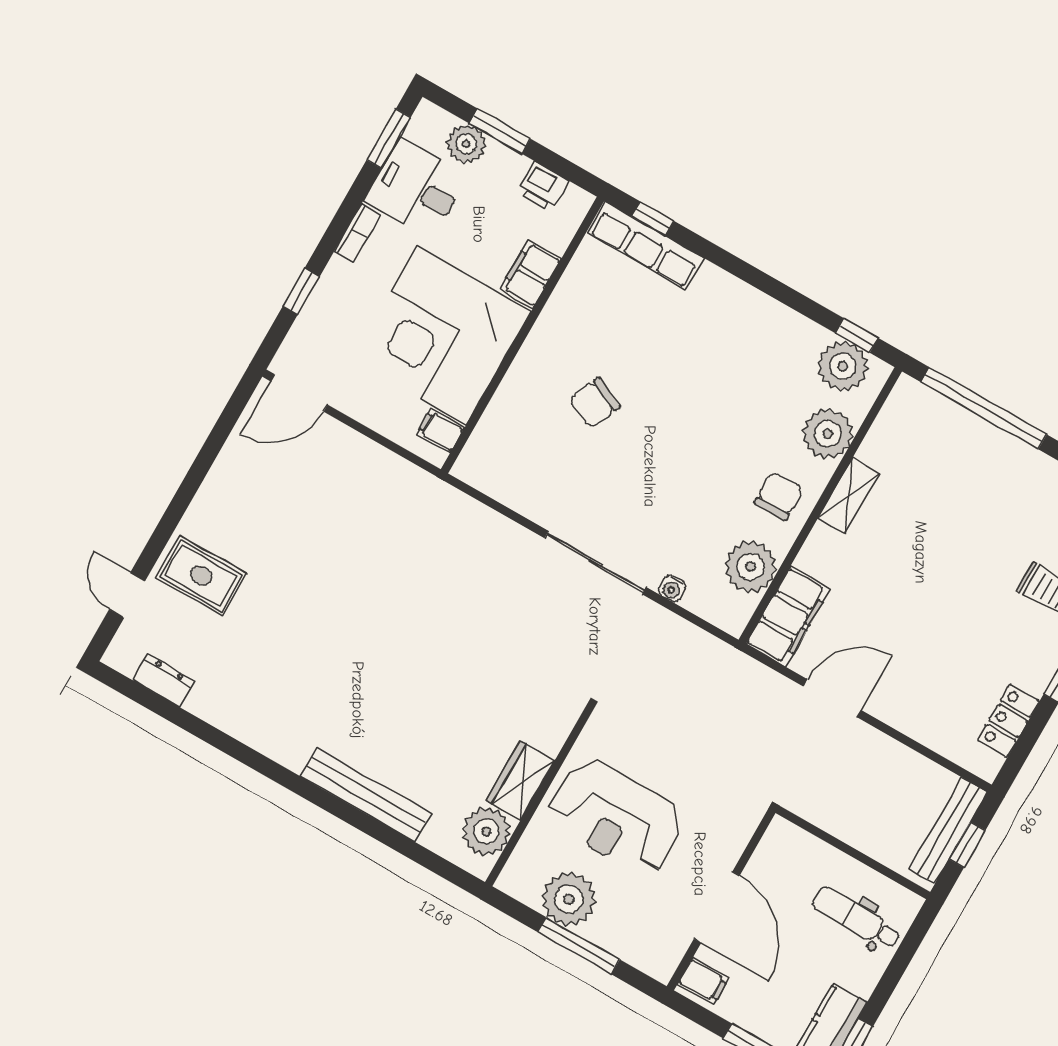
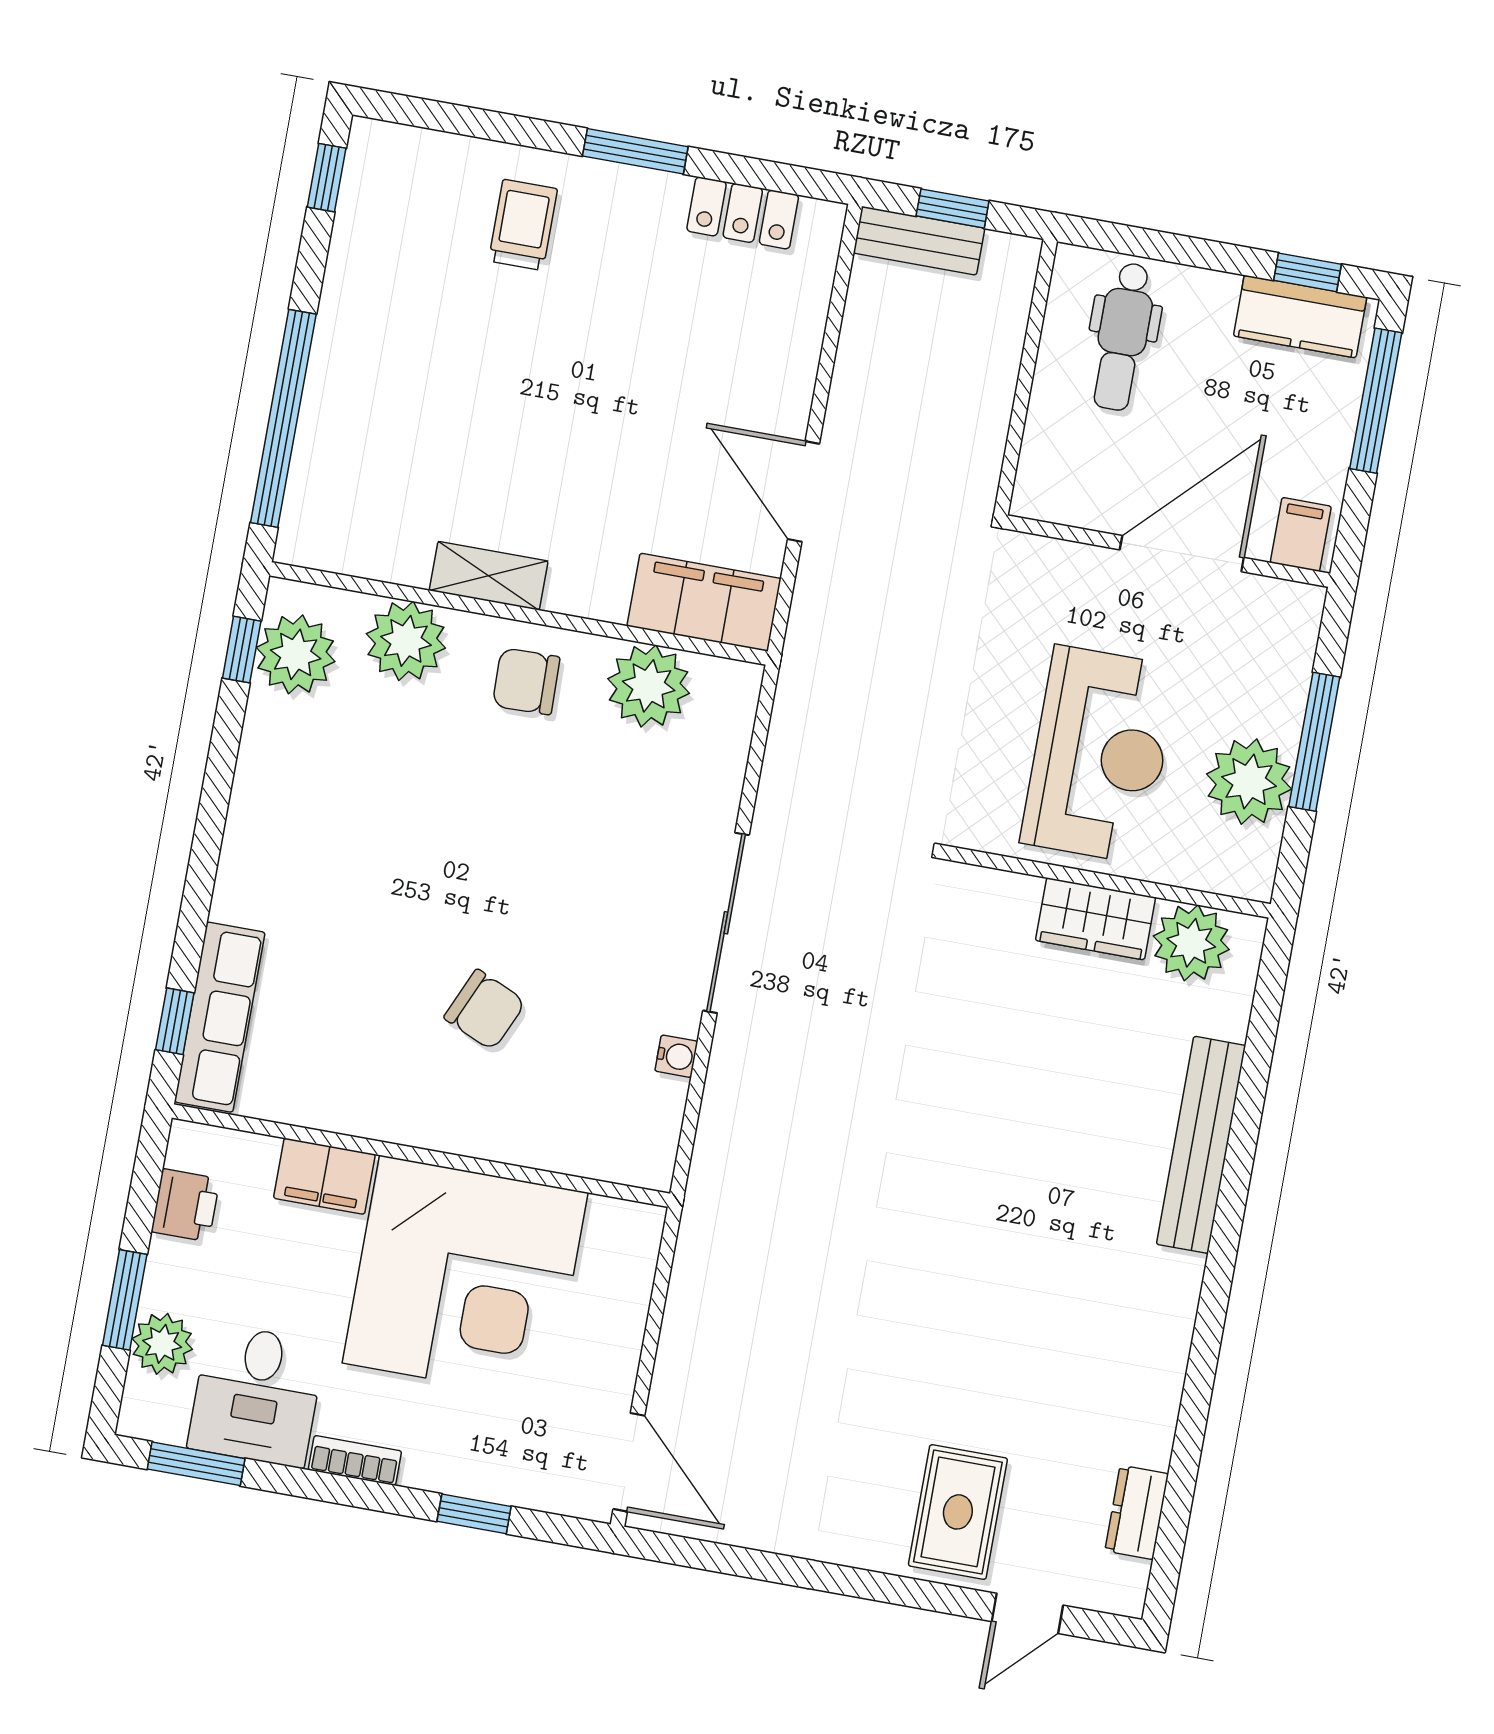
filing cabinet: (440, 431) -> (610, 1228), removed
water cooler: (672, 589) -> (676, 1056), moved
bench: (948, 831) -> (919, 241), width x0.73

